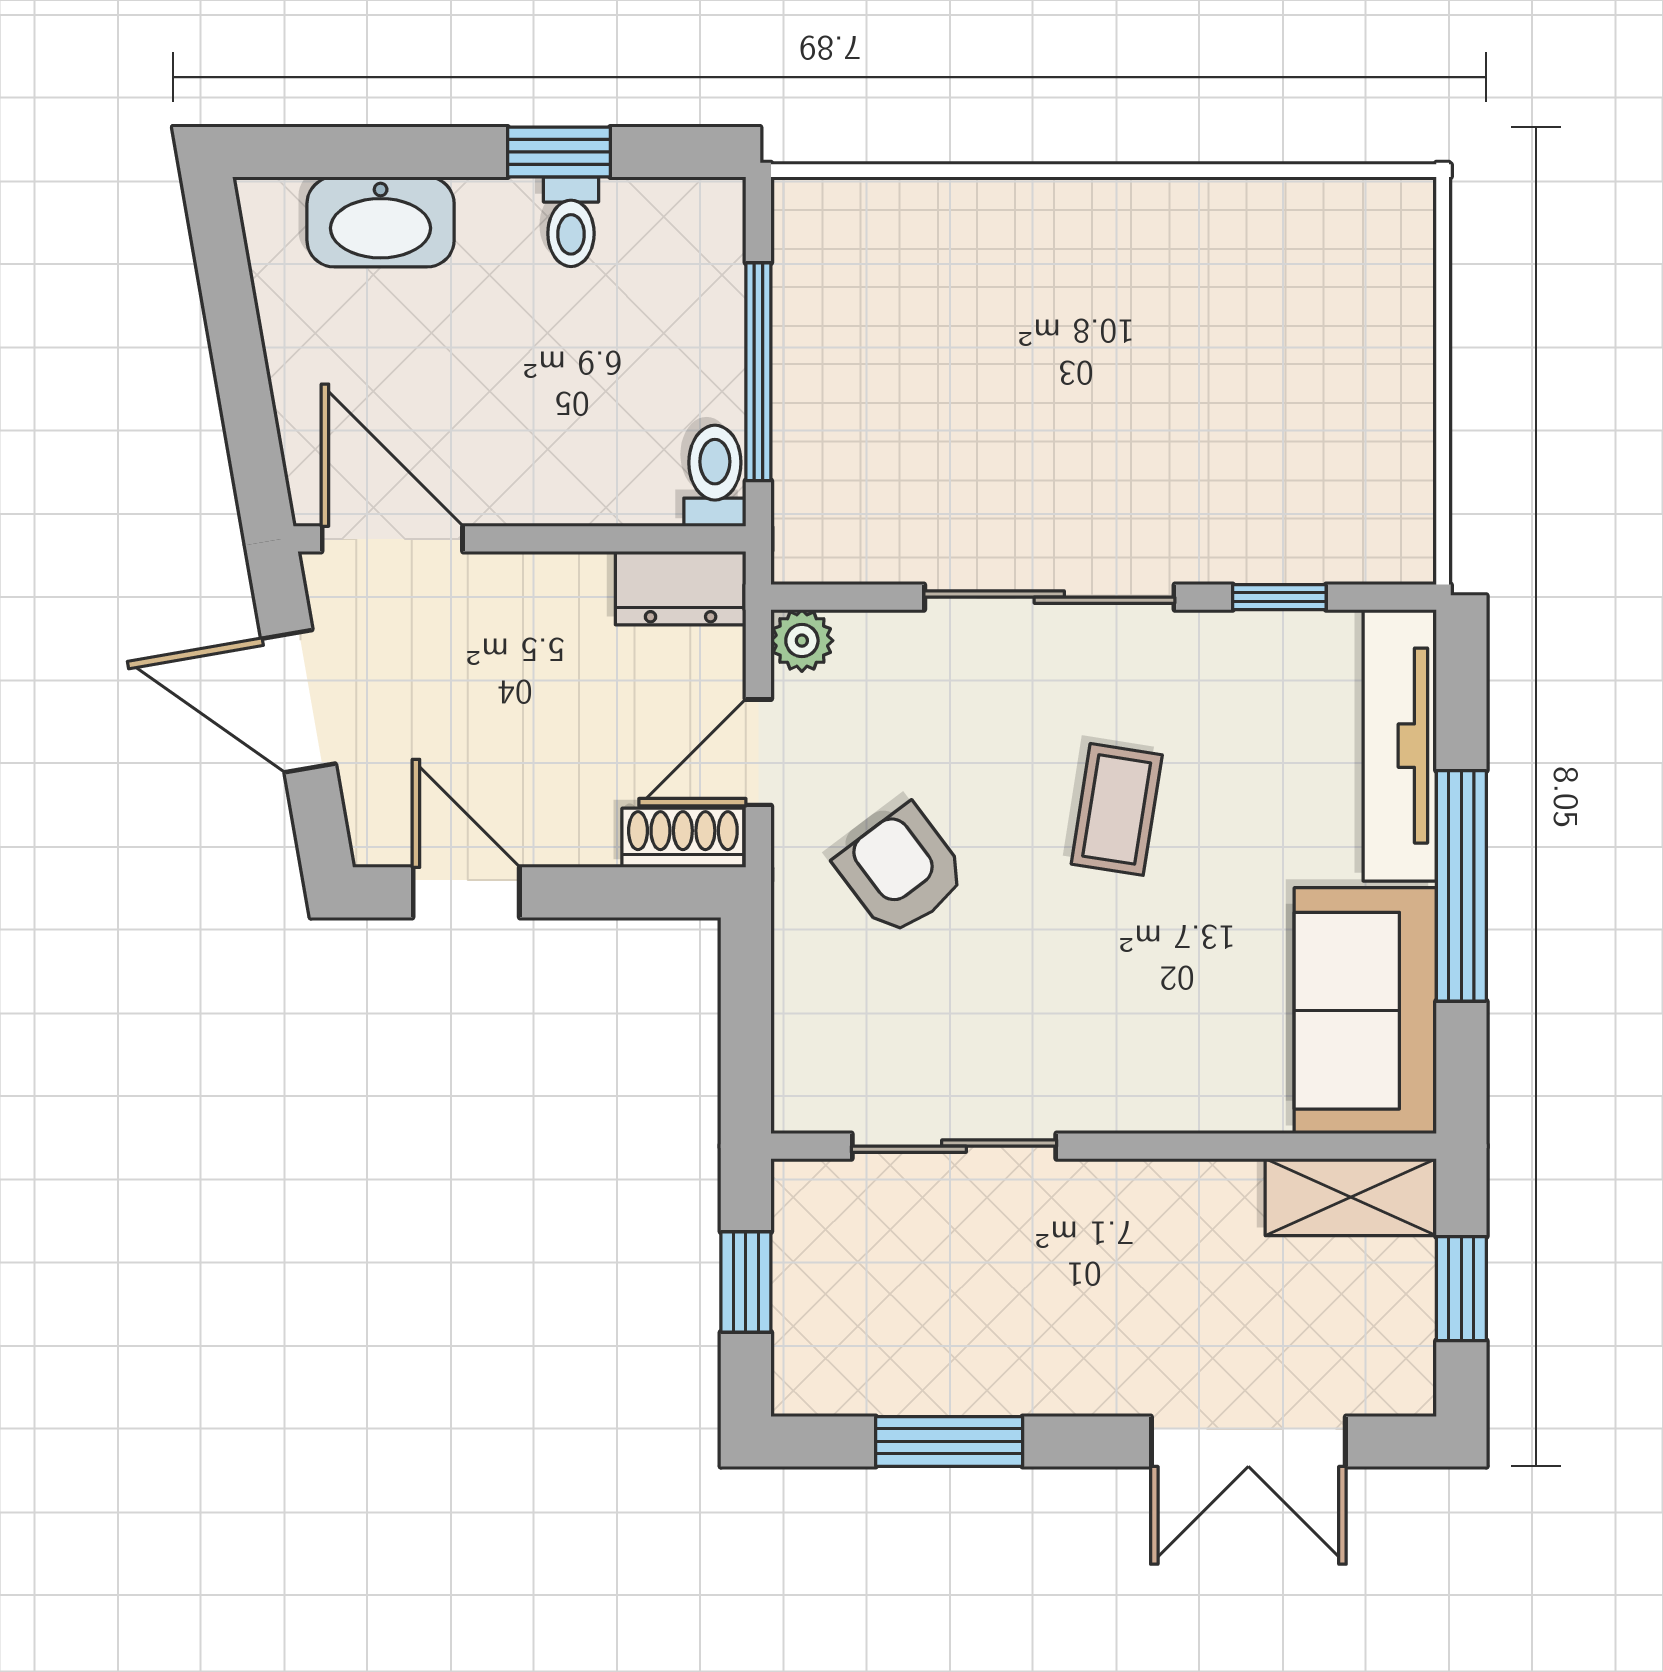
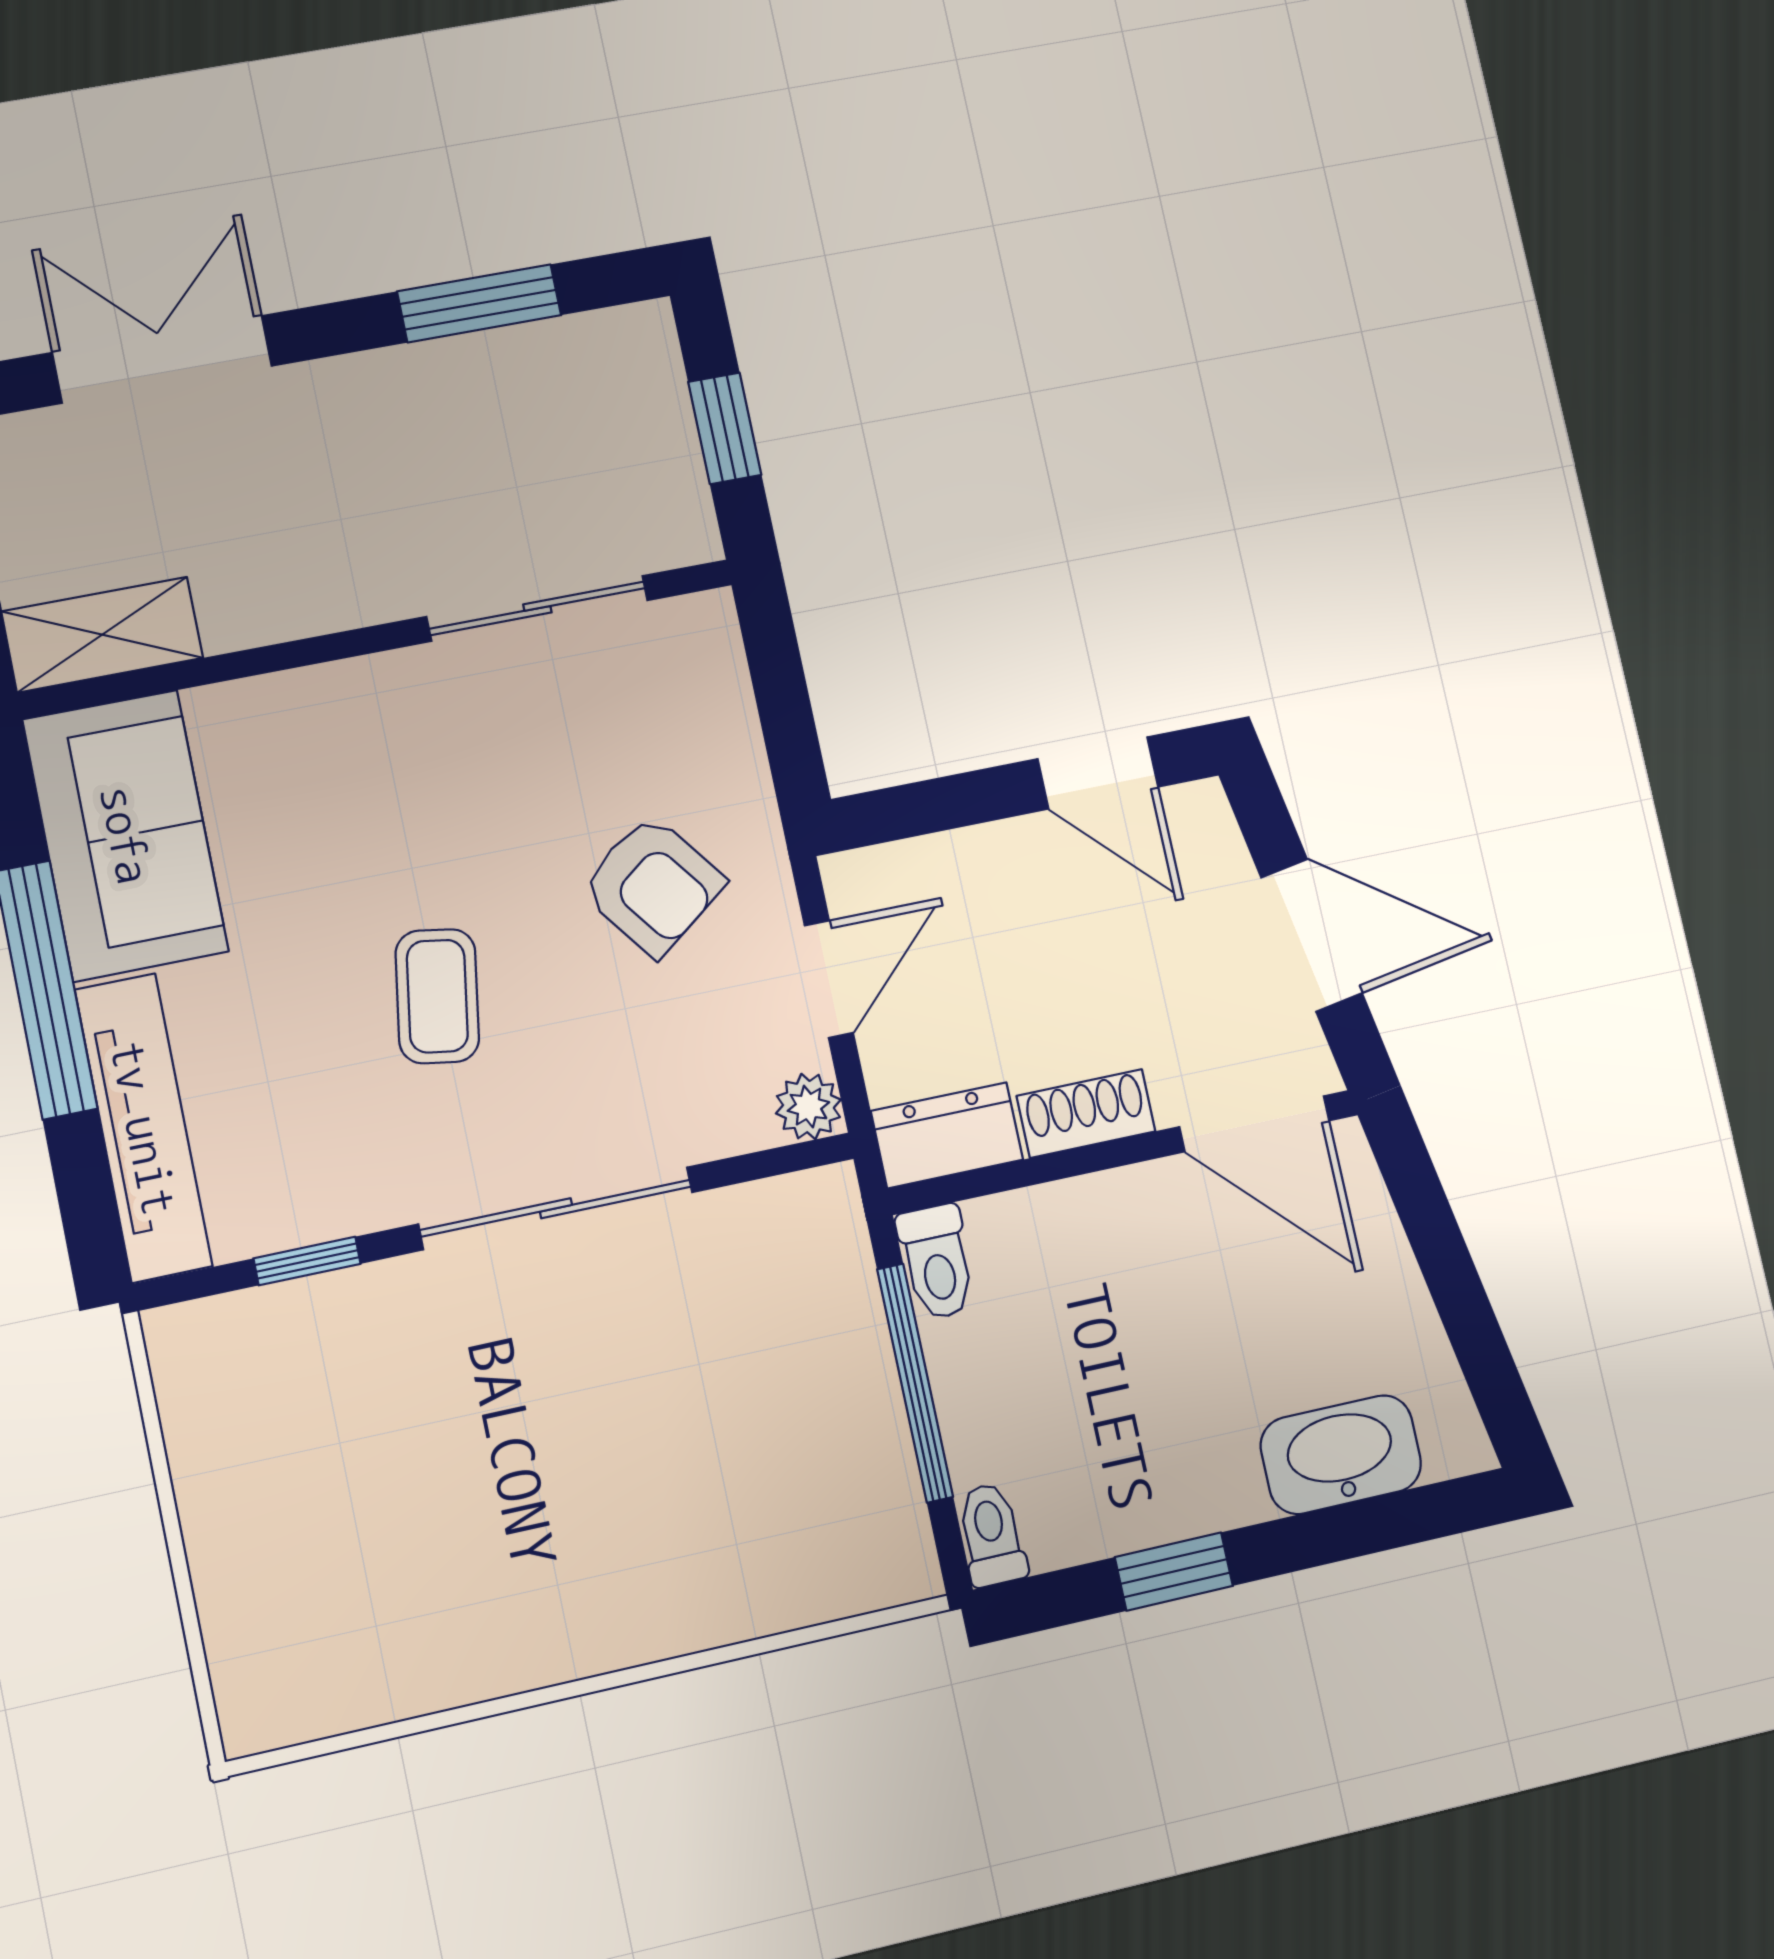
toilet: (571, 222) -> (991, 1535), moved
shoe rack: (683, 838) -> (1086, 1114), moved, turned 180

